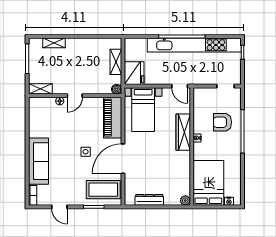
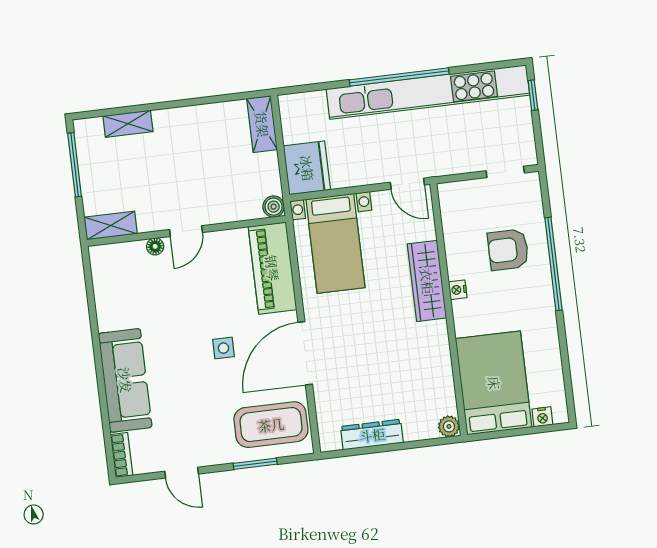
shelving: (116, 62) -> (262, 124), moved

